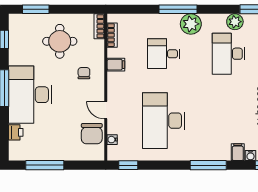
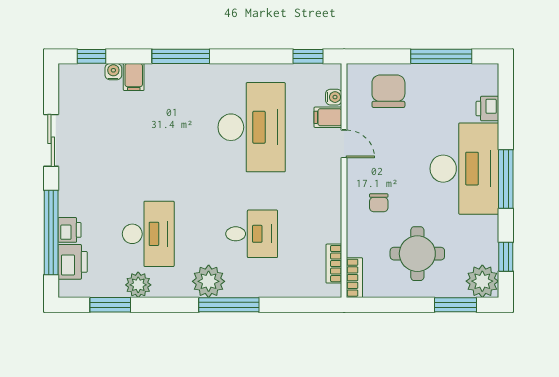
plant: (19, 24) -> (482, 281), added
filing cabinet: (116, 65) -> (328, 117), moved
chair: (92, 134) -> (388, 91), moved

